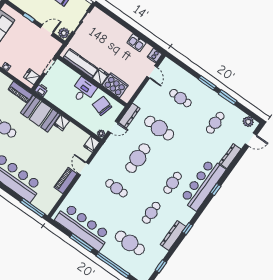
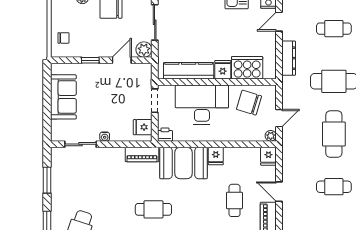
door: (152, 72) -> (279, 22), swing flipped
desk: (83, 90) -> (202, 105), width x1.87, depth x1.30
dresser: (129, 116) -> (289, 58), moved
cafe table: (54, 156) -> (234, 200), added

